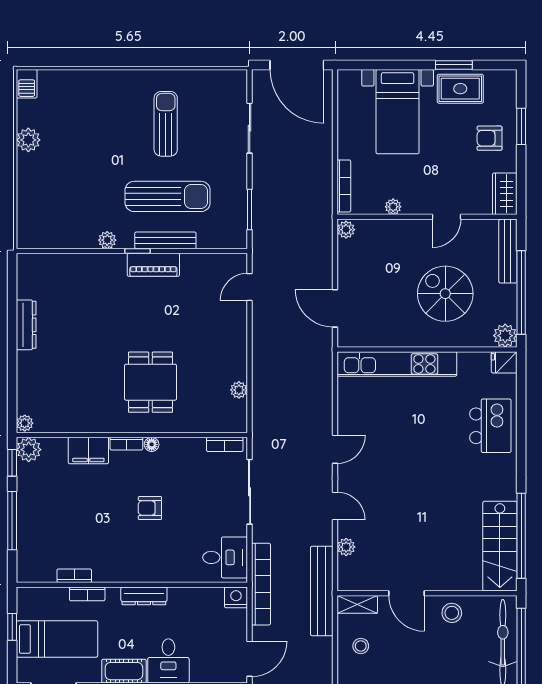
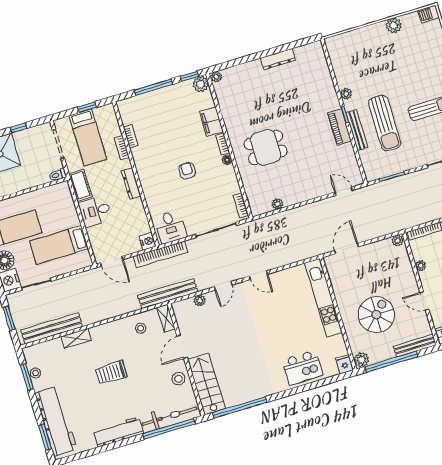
stairs: (500, 546) -> (206, 384), moved, turned 90

